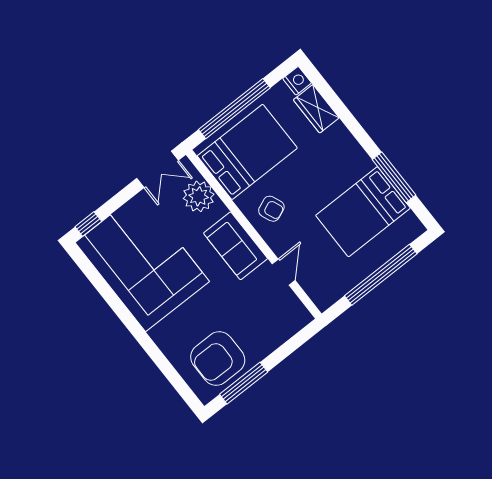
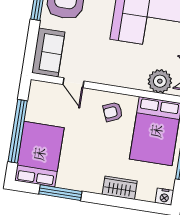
wardrobe: (316, 109) -> (120, 188), moved
bed: (363, 212) -> (39, 154), moved
sofa: (236, 246) -> (48, 52), moved, turned 90

